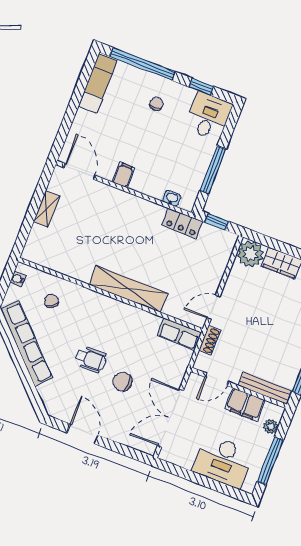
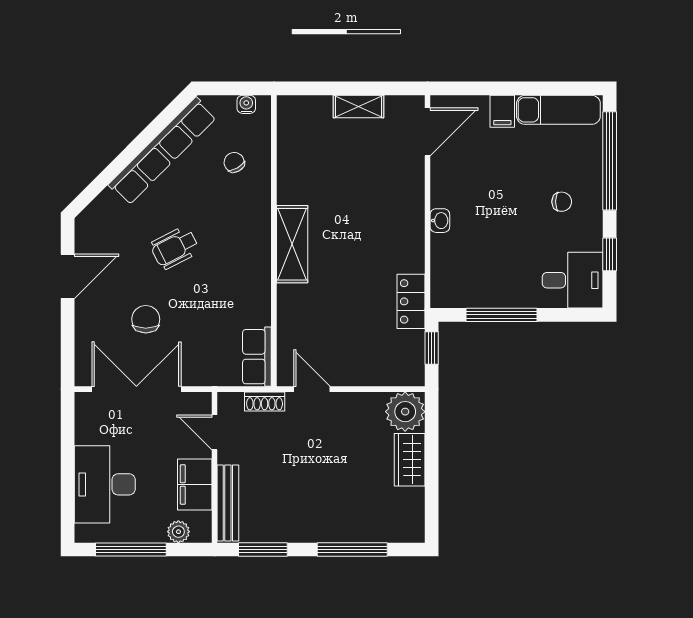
filing cabinet: (124, 175) -> (502, 111), moved, turned 90
washbasin: (172, 198) -> (440, 221), moved
shelving: (129, 289) -> (292, 244), width x0.68
chair: (51, 301) -> (234, 162), turned -88
wheelchair: (91, 359) -> (175, 248), turned 63
chair: (123, 382) -> (146, 319), moved

